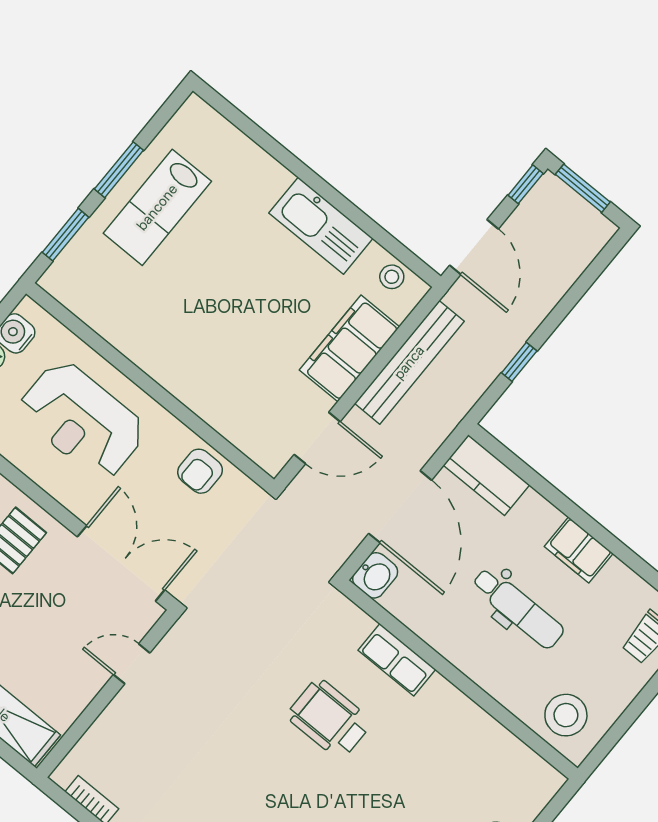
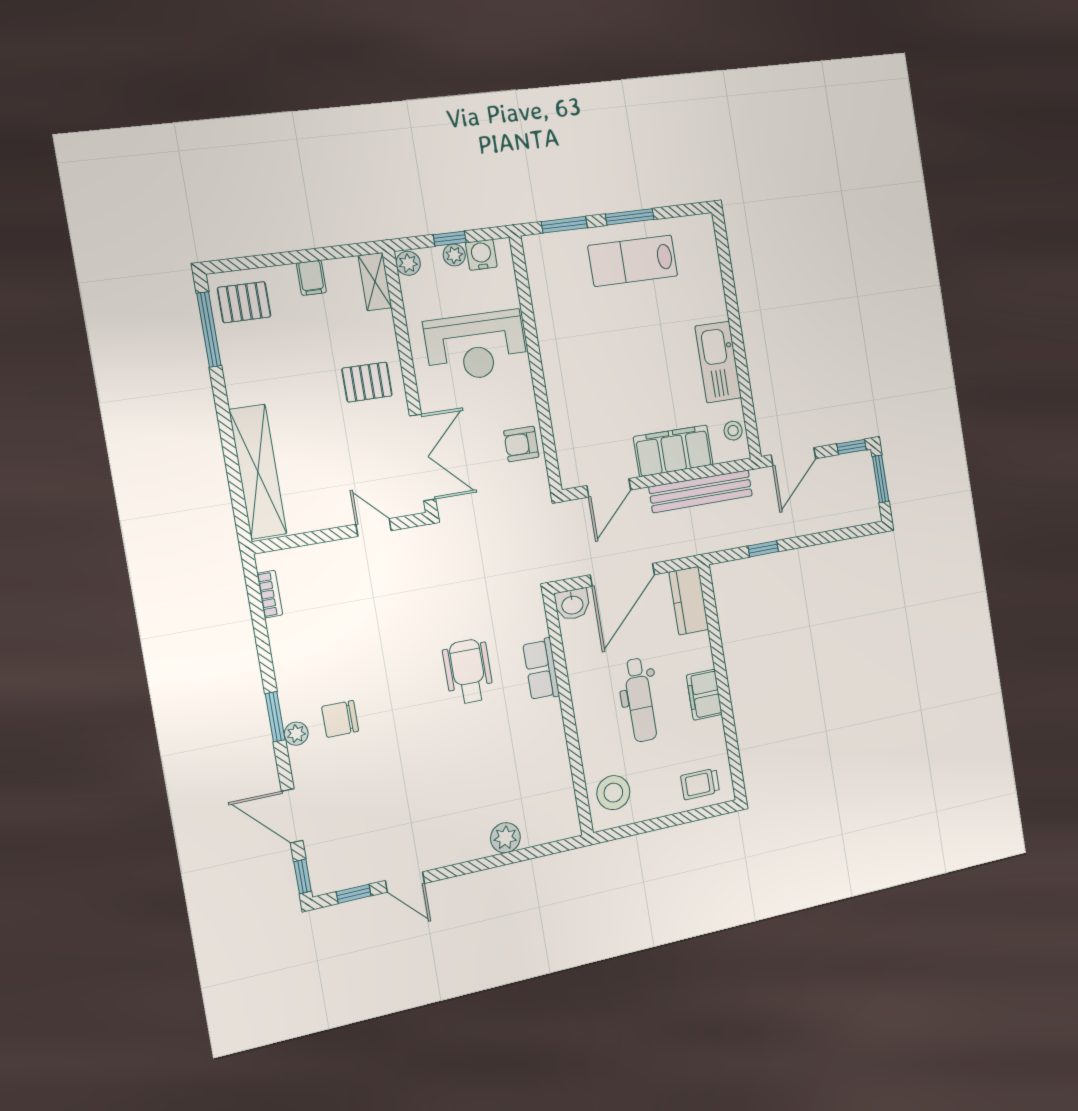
reception desk: (82, 420) -> (476, 346), turned -90
door: (317, 438) -> (609, 488), hinge flipped

